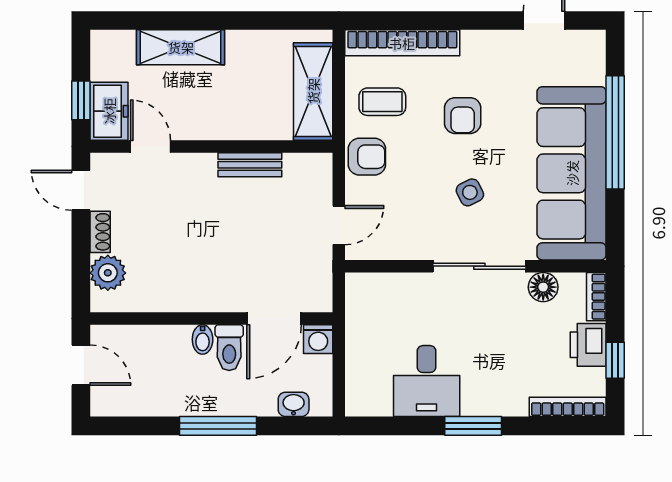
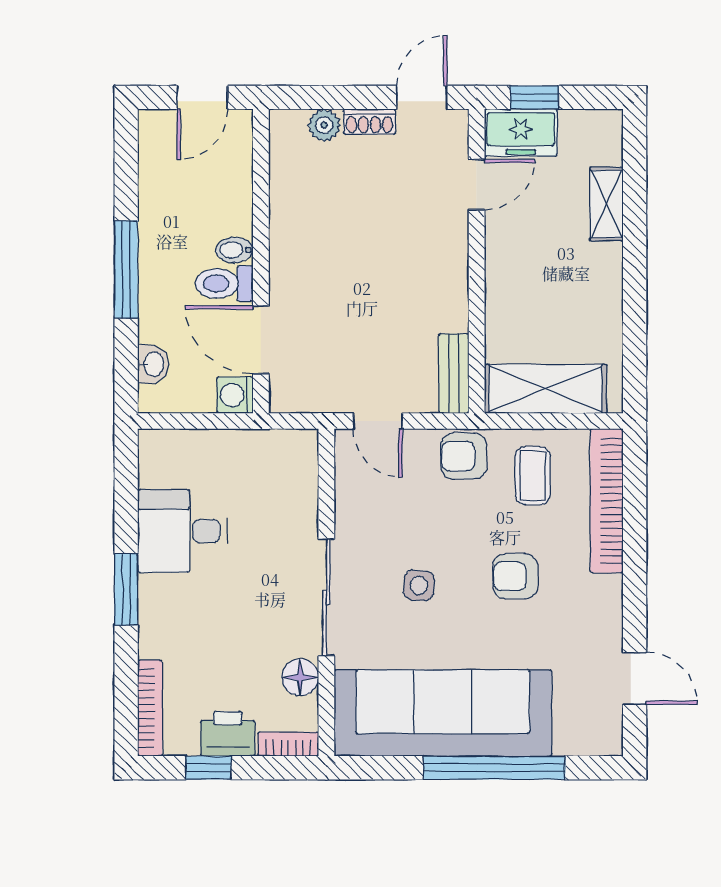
shelving: (181, 47) -> (606, 204), width x0.67, depth x0.75
armchair: (367, 157) -> (464, 456), turned 90
bench: (250, 165) -> (454, 374), moved
side table: (470, 192) -> (419, 585), turned 31
plant: (108, 273) -> (324, 125), width x0.73, depth x0.73

